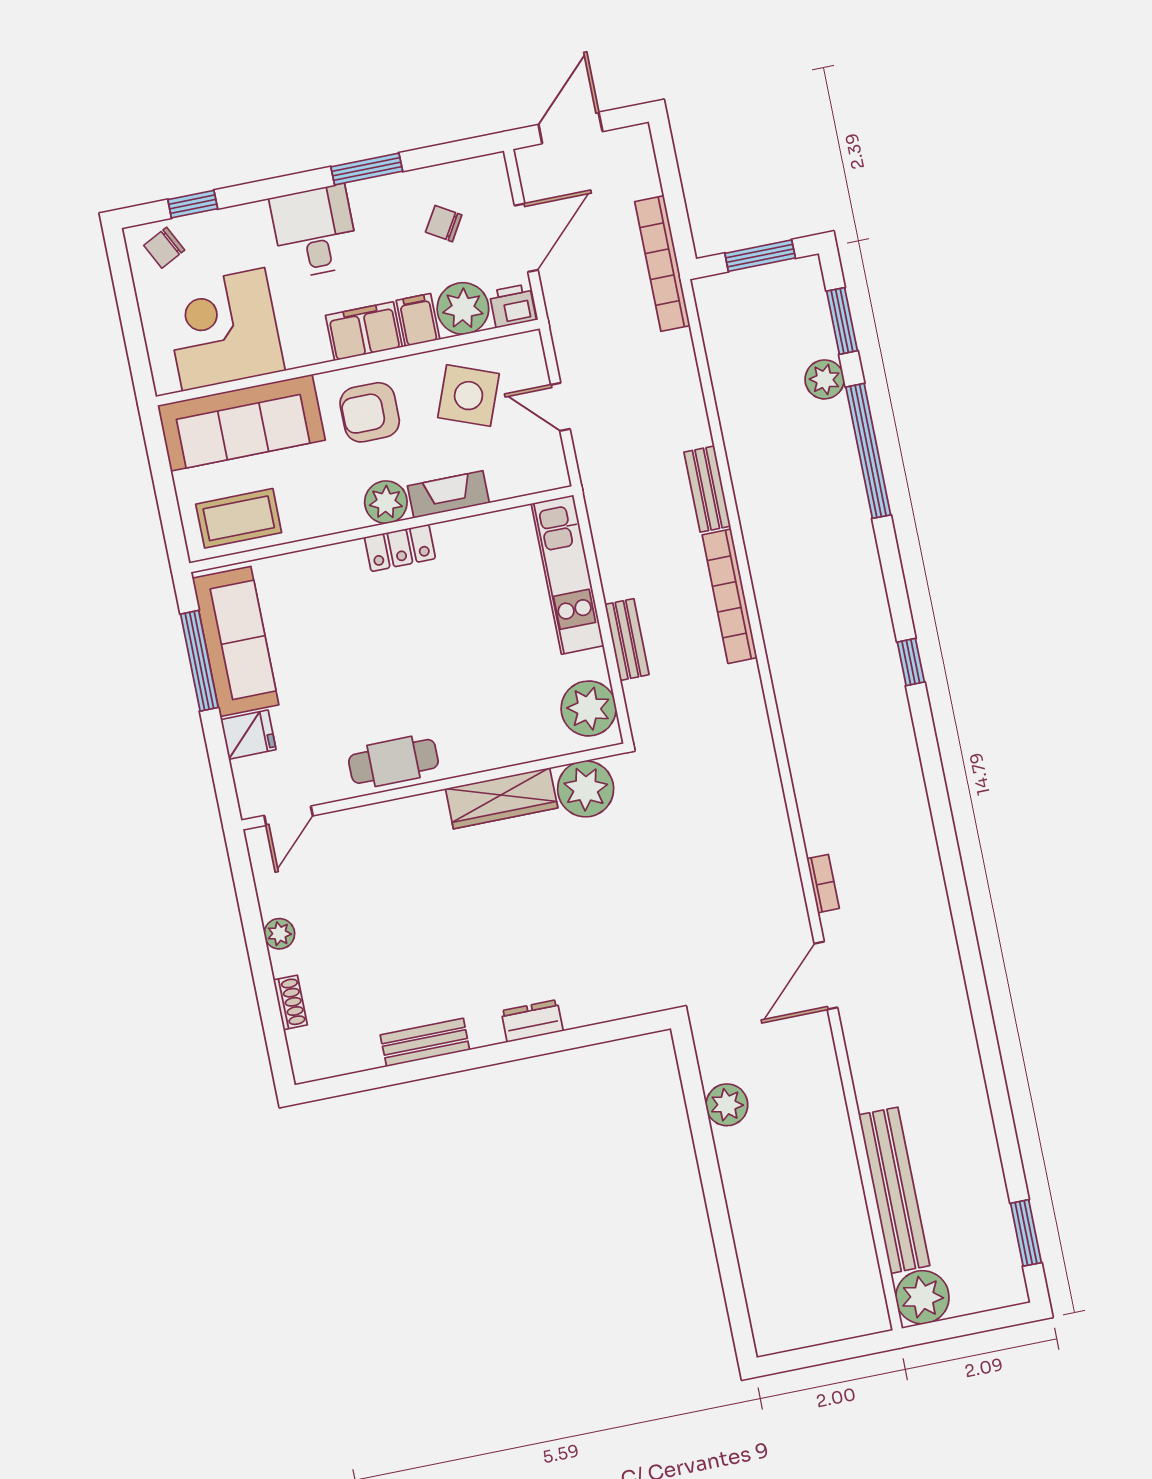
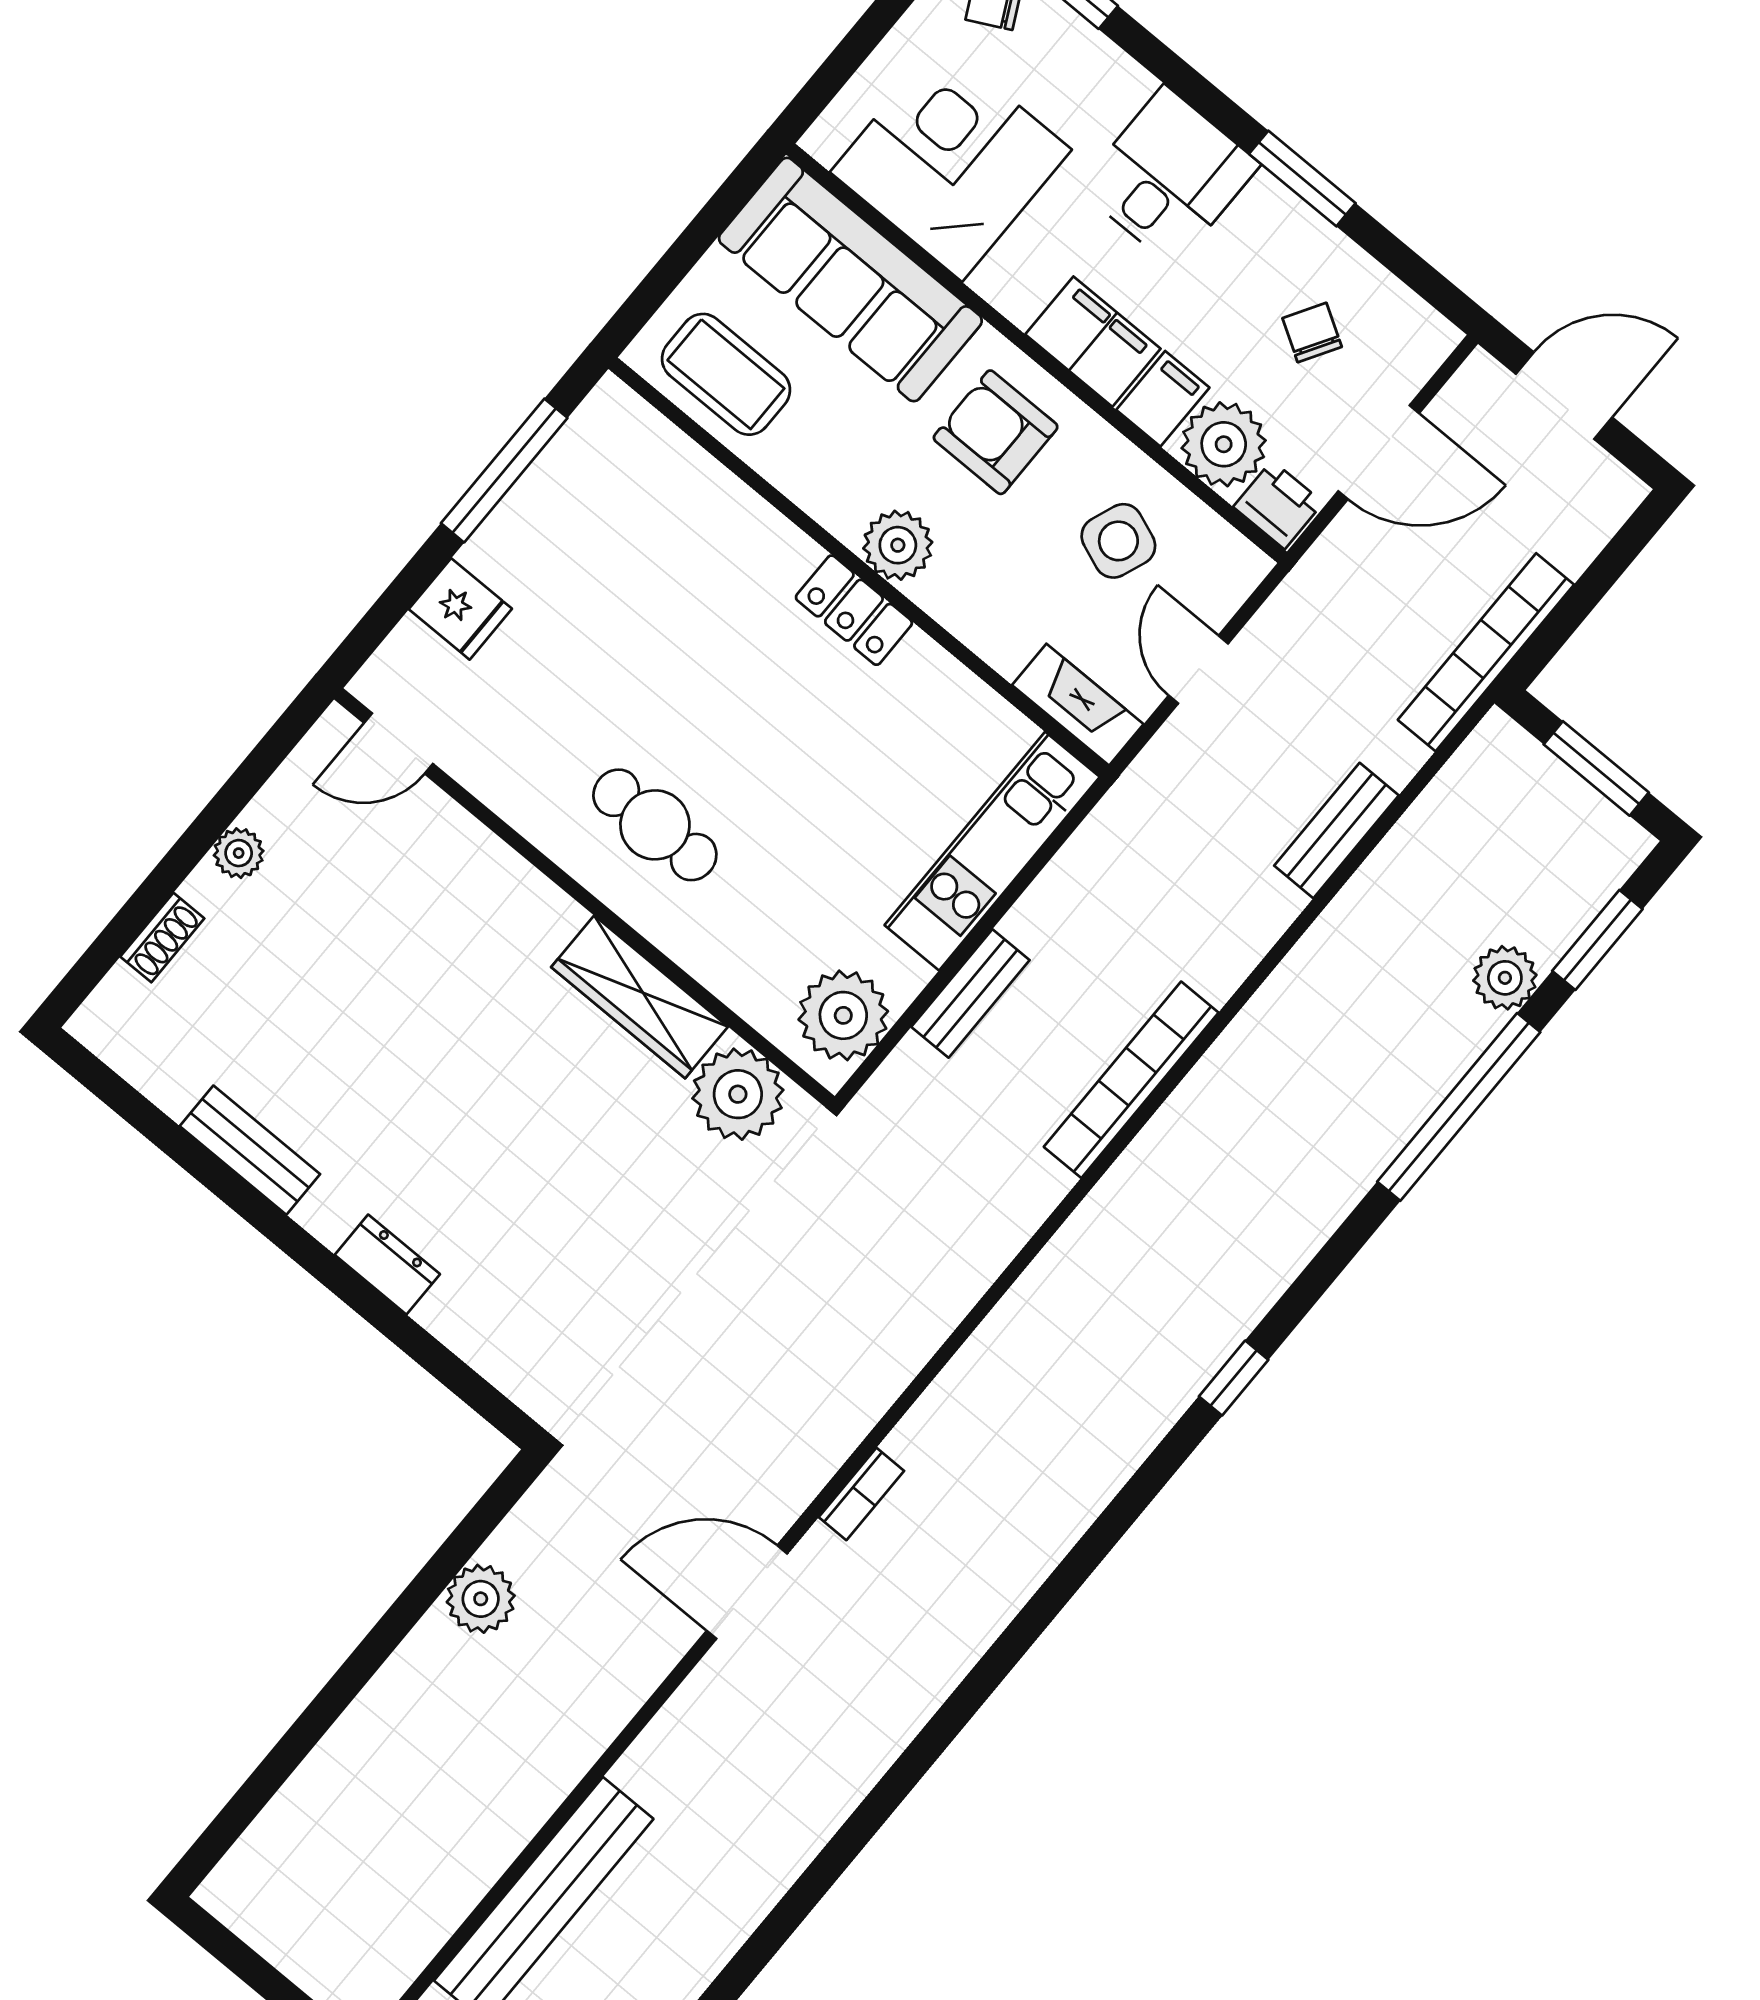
side table: (469, 396) -> (1118, 541), width x0.73, depth x0.73
bench: (707, 489) -> (1337, 831), moved
fireplace: (448, 494) -> (1078, 705), moved
sofa: (236, 641) -> (566, 497), removed
cafe table: (393, 761) -> (655, 825), moved

